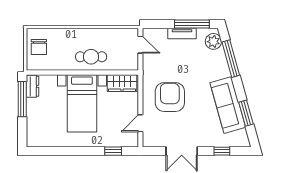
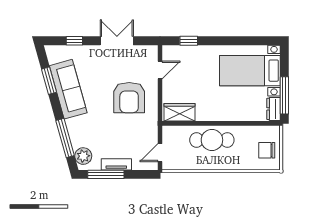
door: (140, 45) -> (160, 153), hinge flipped
chair: (39, 47) -> (267, 150), turned -90
cafe table: (91, 57) -> (212, 140), width x1.37, depth x1.35
bed with nightstands: (82, 103) -> (250, 71), moved, turned -90

